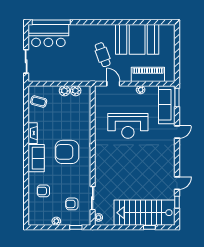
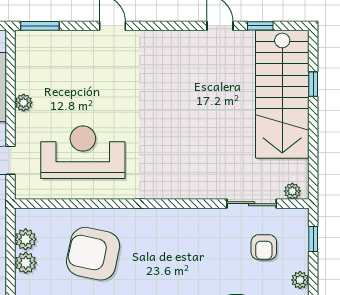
sofa: (167, 105) -> (55, 47), removed
reception desk: (128, 126) -> (83, 152), moved, turned -90
armchair: (67, 152) -> (93, 254), moved, turned 102

